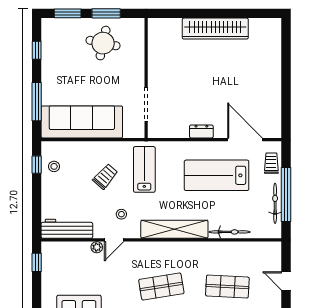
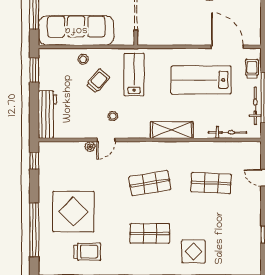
dresser: (201, 131) -> (187, 39), removed
window: (37, 165) -> (34, 70), width x1.50
stool: (54, 166) -> (83, 59), moved
workbench: (67, 229) -> (47, 115), moved, turned 90
shelving: (174, 229) -> (172, 130), width x0.68
bicycle: (230, 232) -> (227, 132), moved

